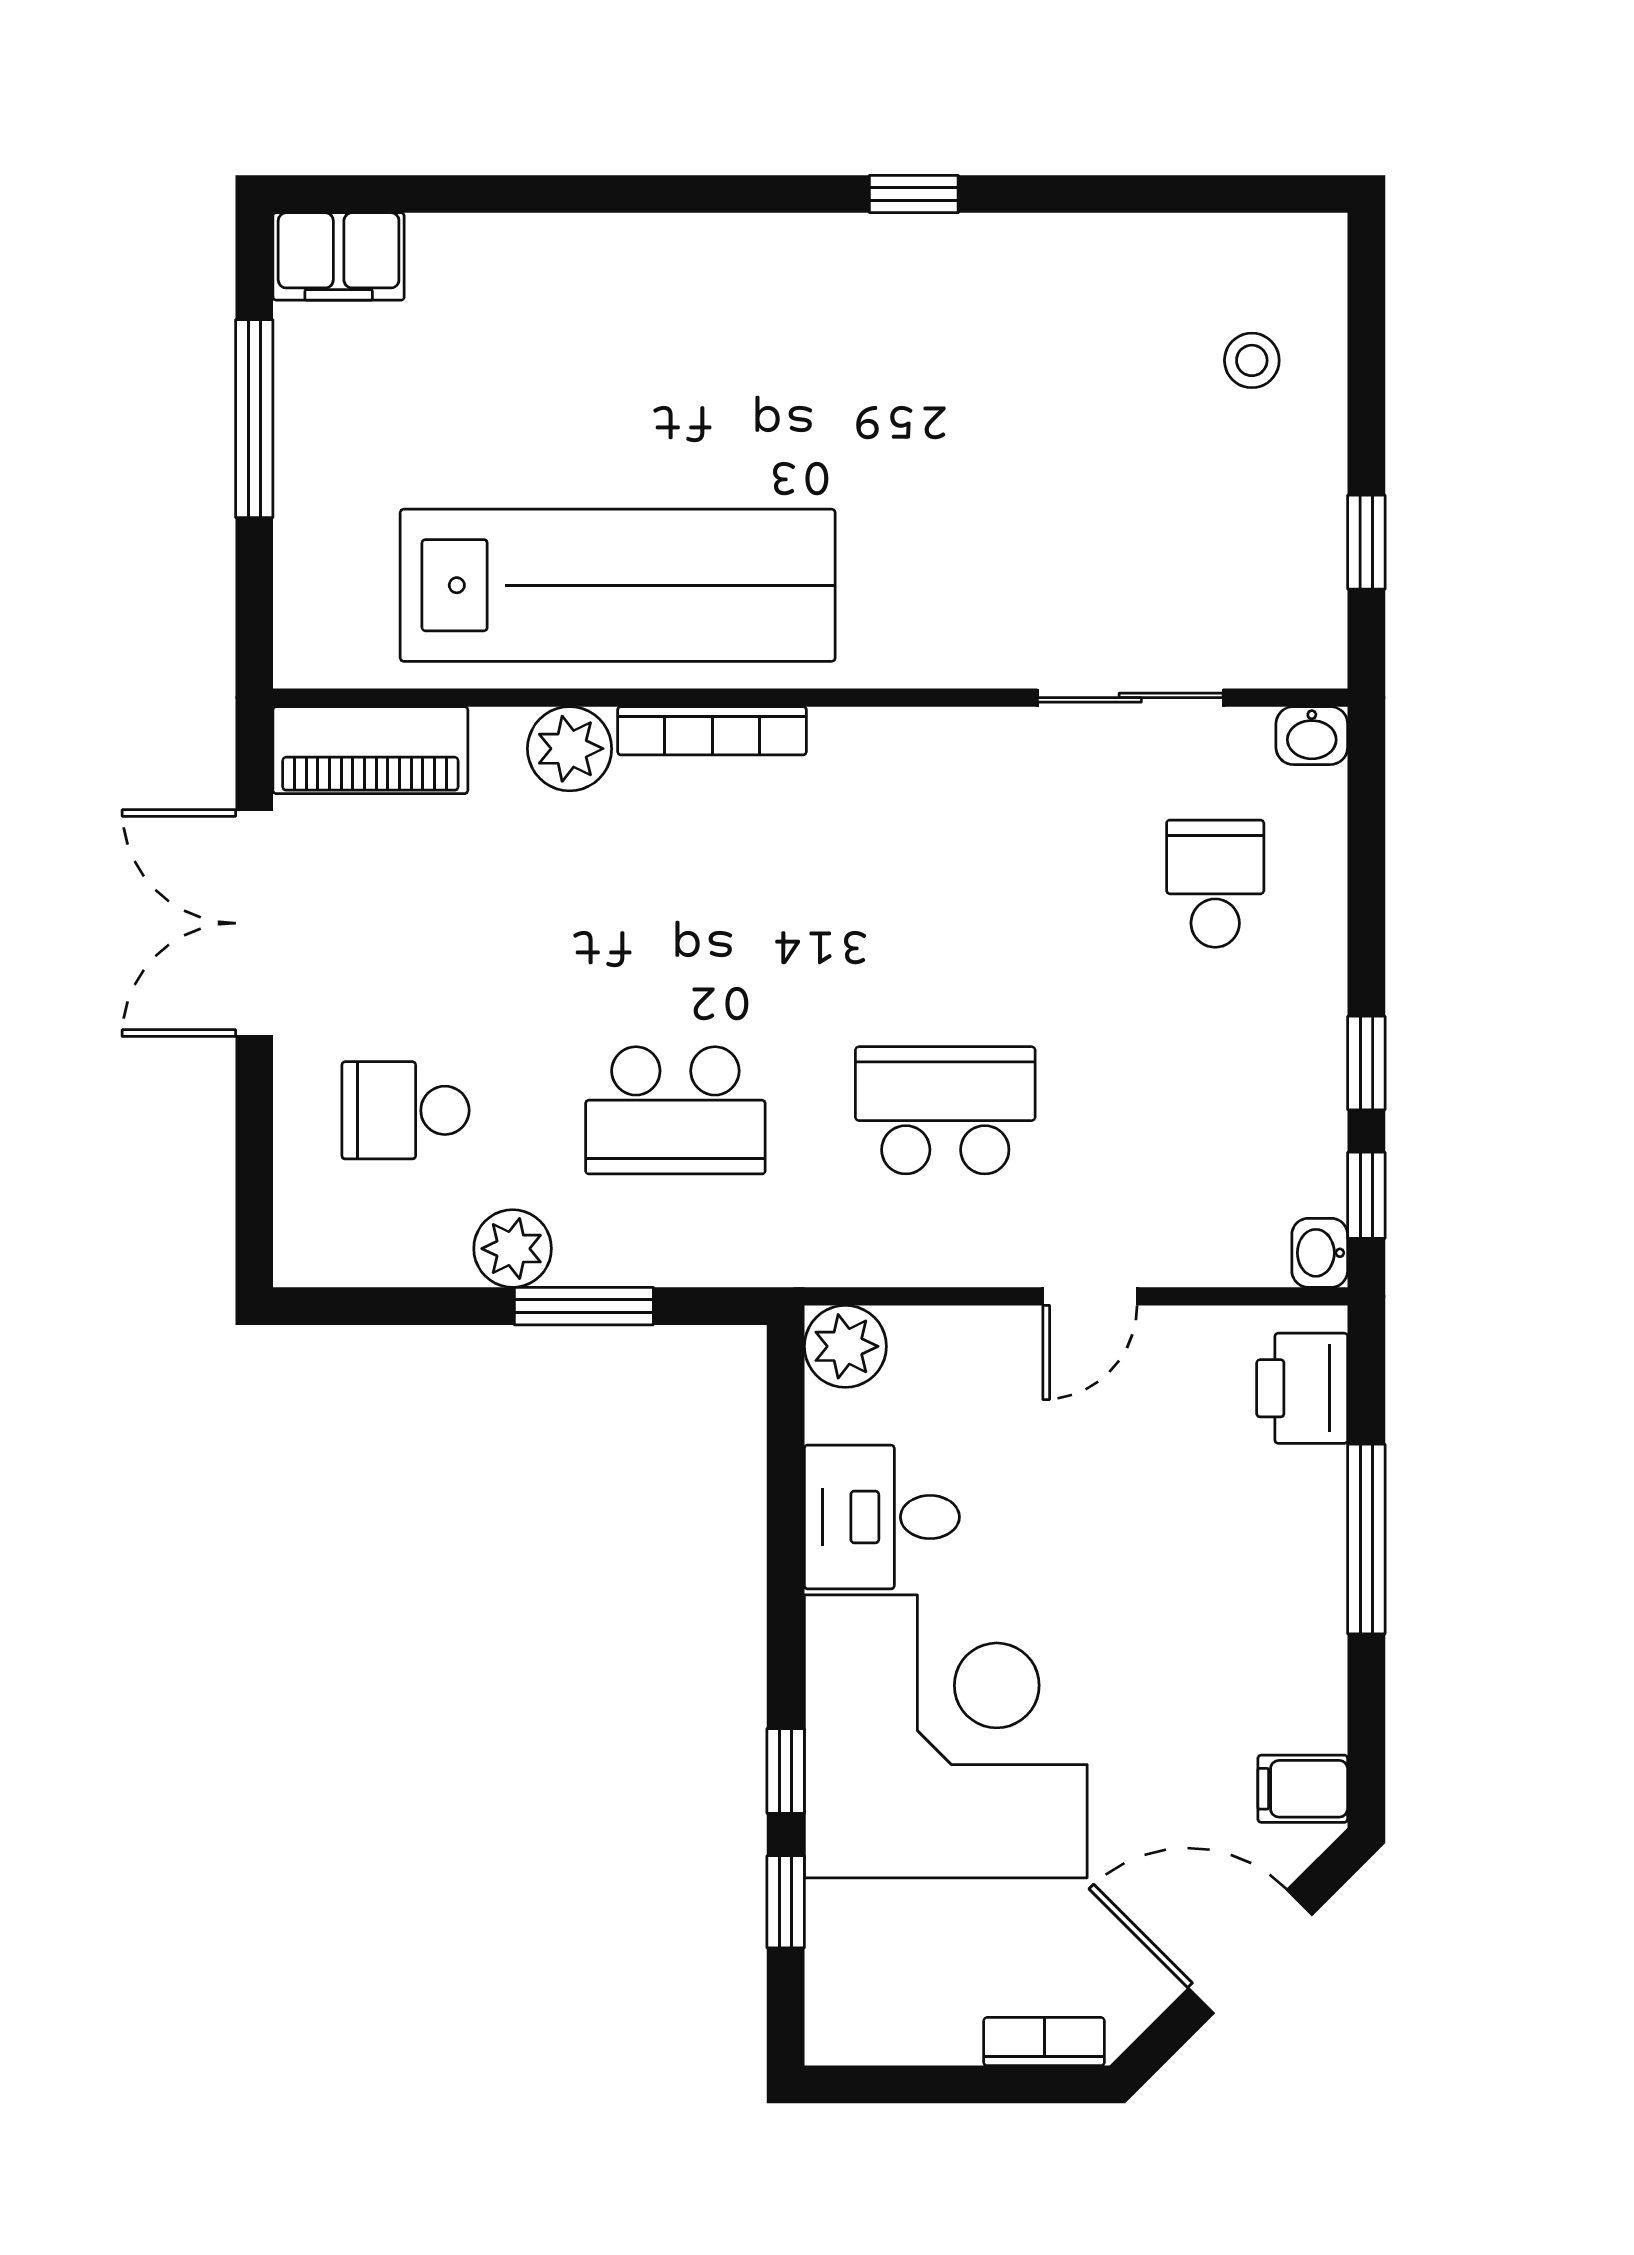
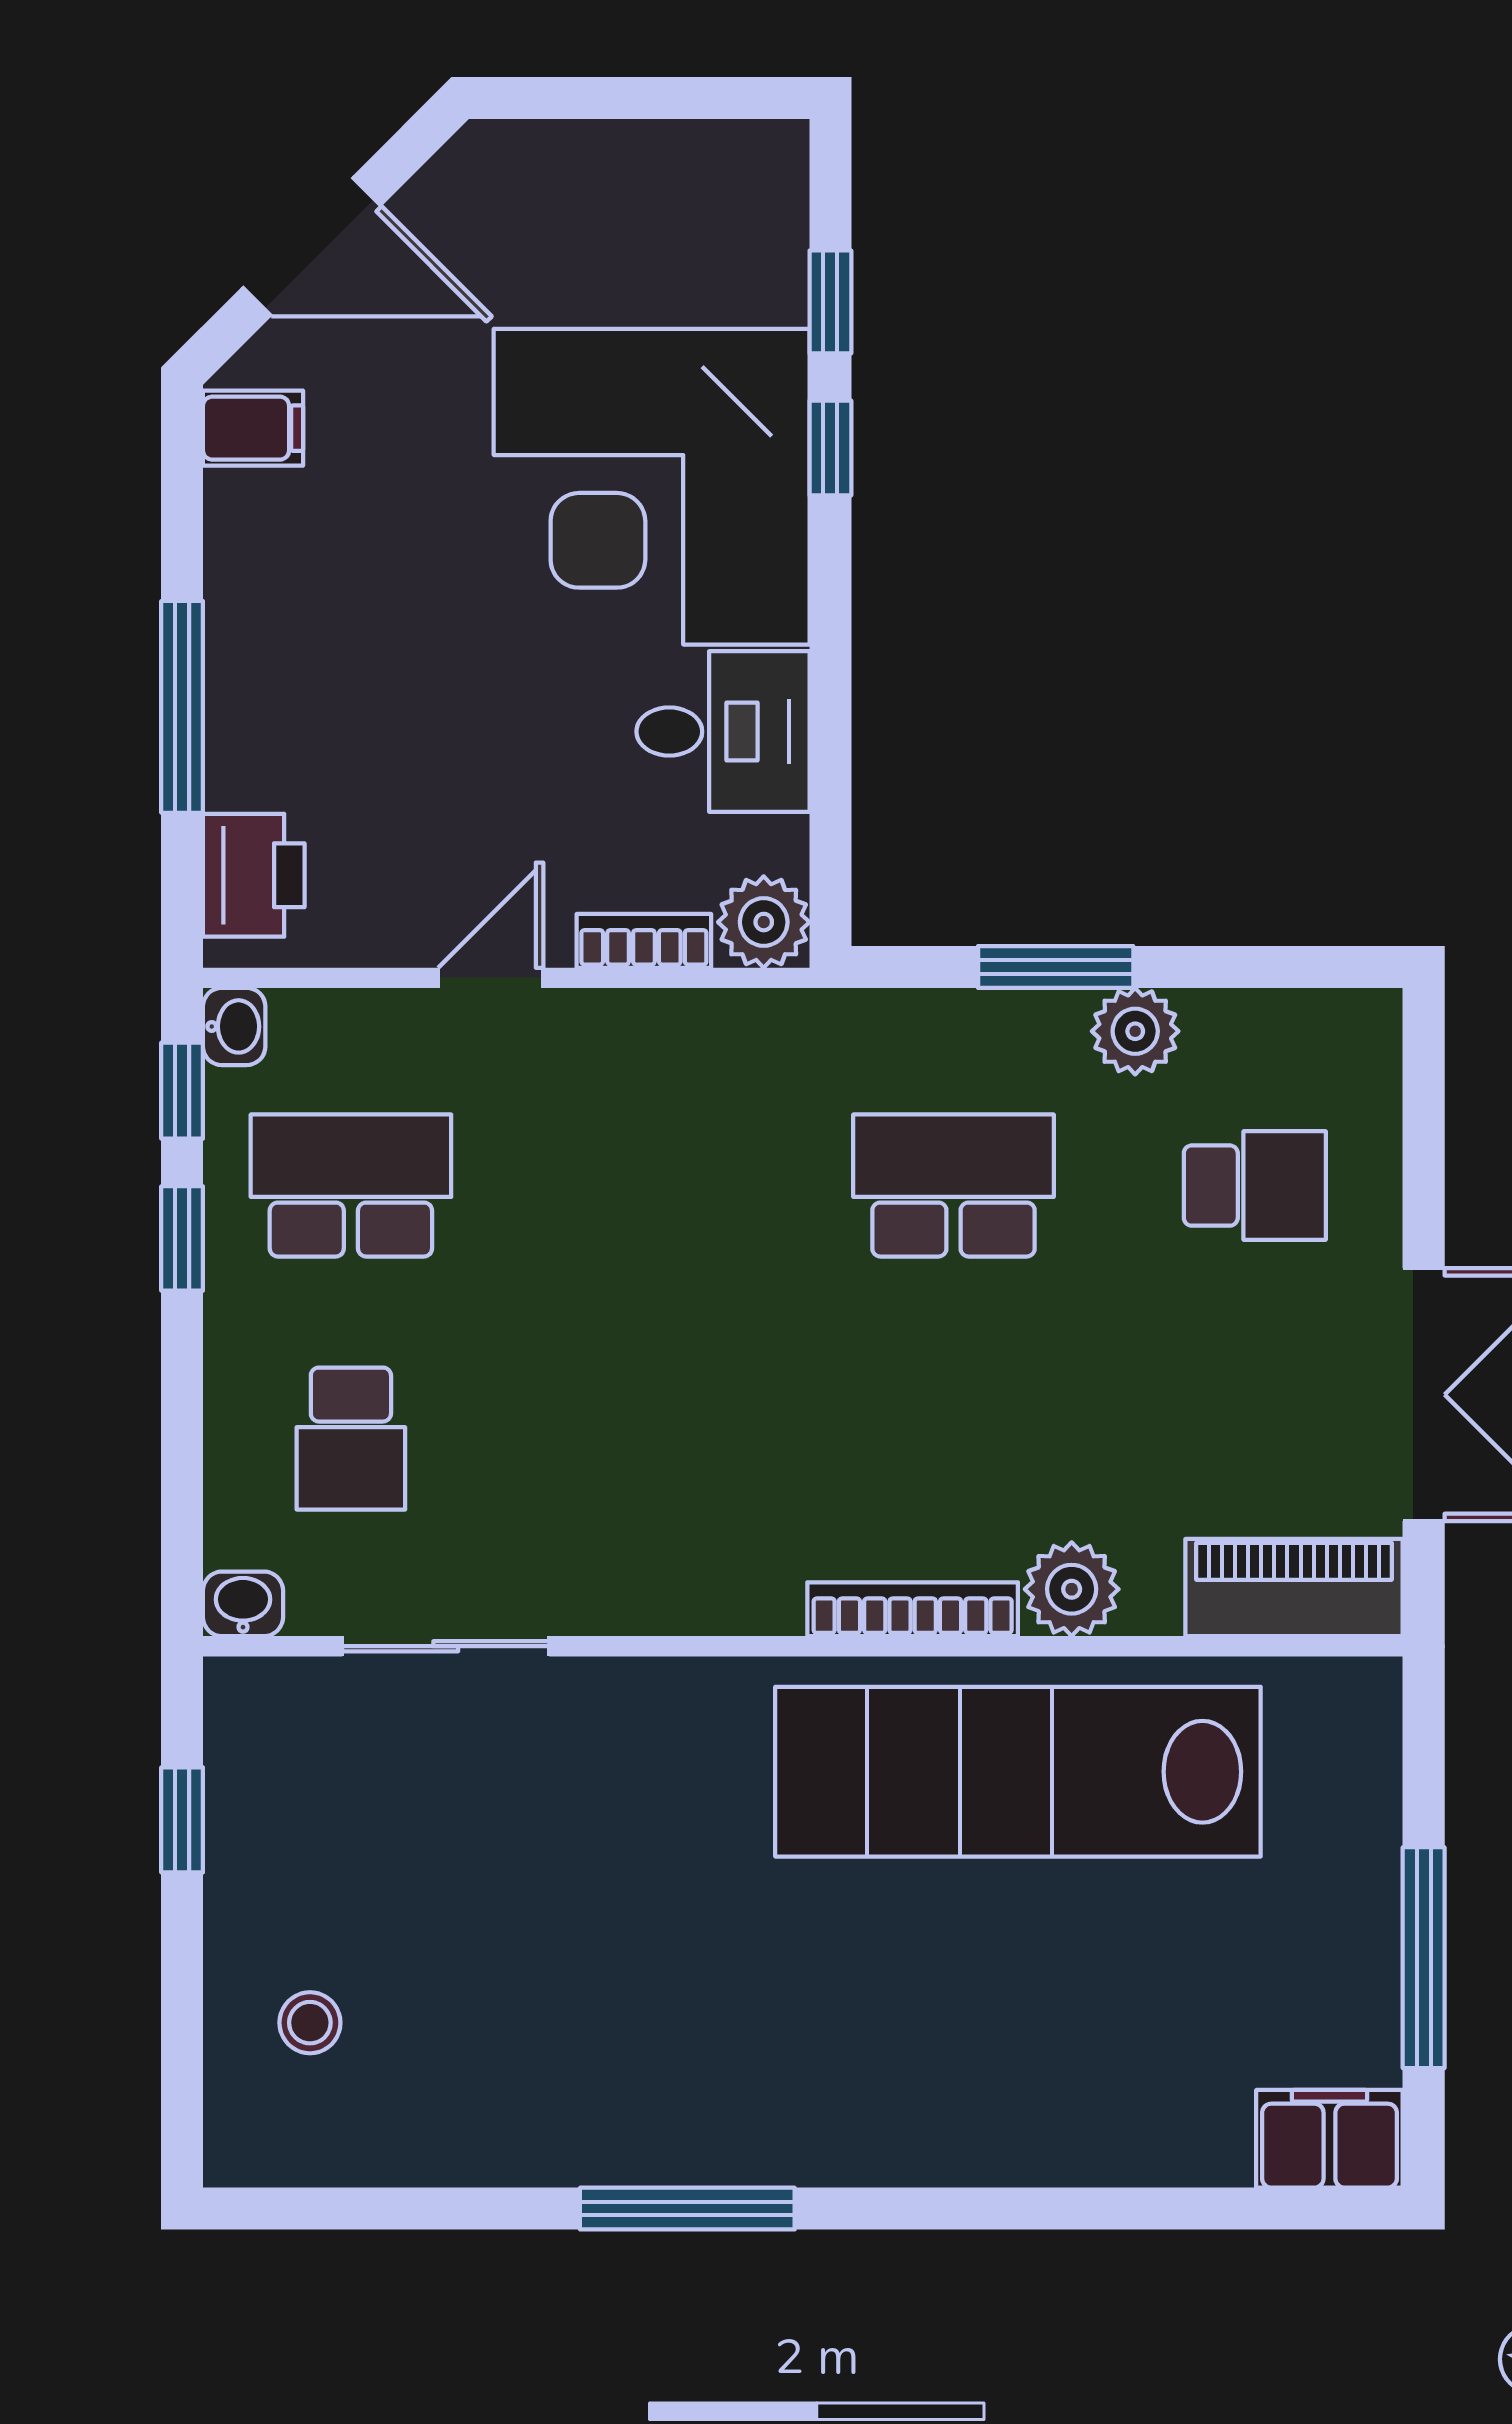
window: (914, 194) -> (687, 2209), width x2.17
school desk: (945, 1110) -> (351, 1186), moved, turned 180
bookcase: (1044, 2042) -> (644, 941), moved, turned 180

